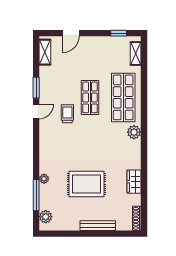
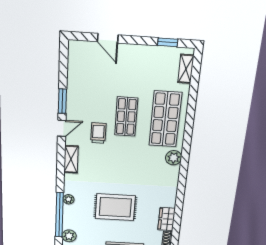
door: (71, 33) -> (108, 38), hinge flipped
shelving: (45, 52) -> (71, 159), moved
wardrobe: (134, 182) -> (167, 219), moved
window: (36, 195) -> (59, 215), width x1.46

